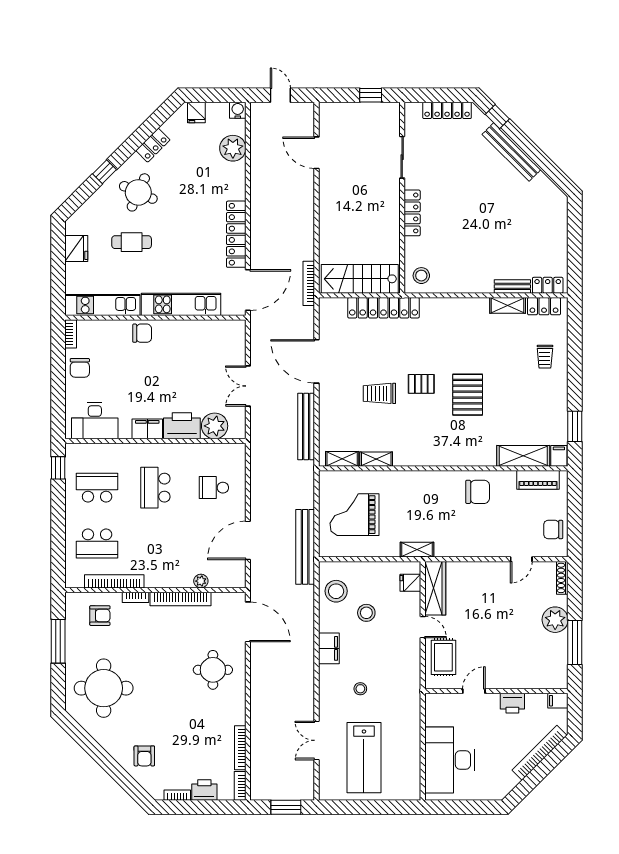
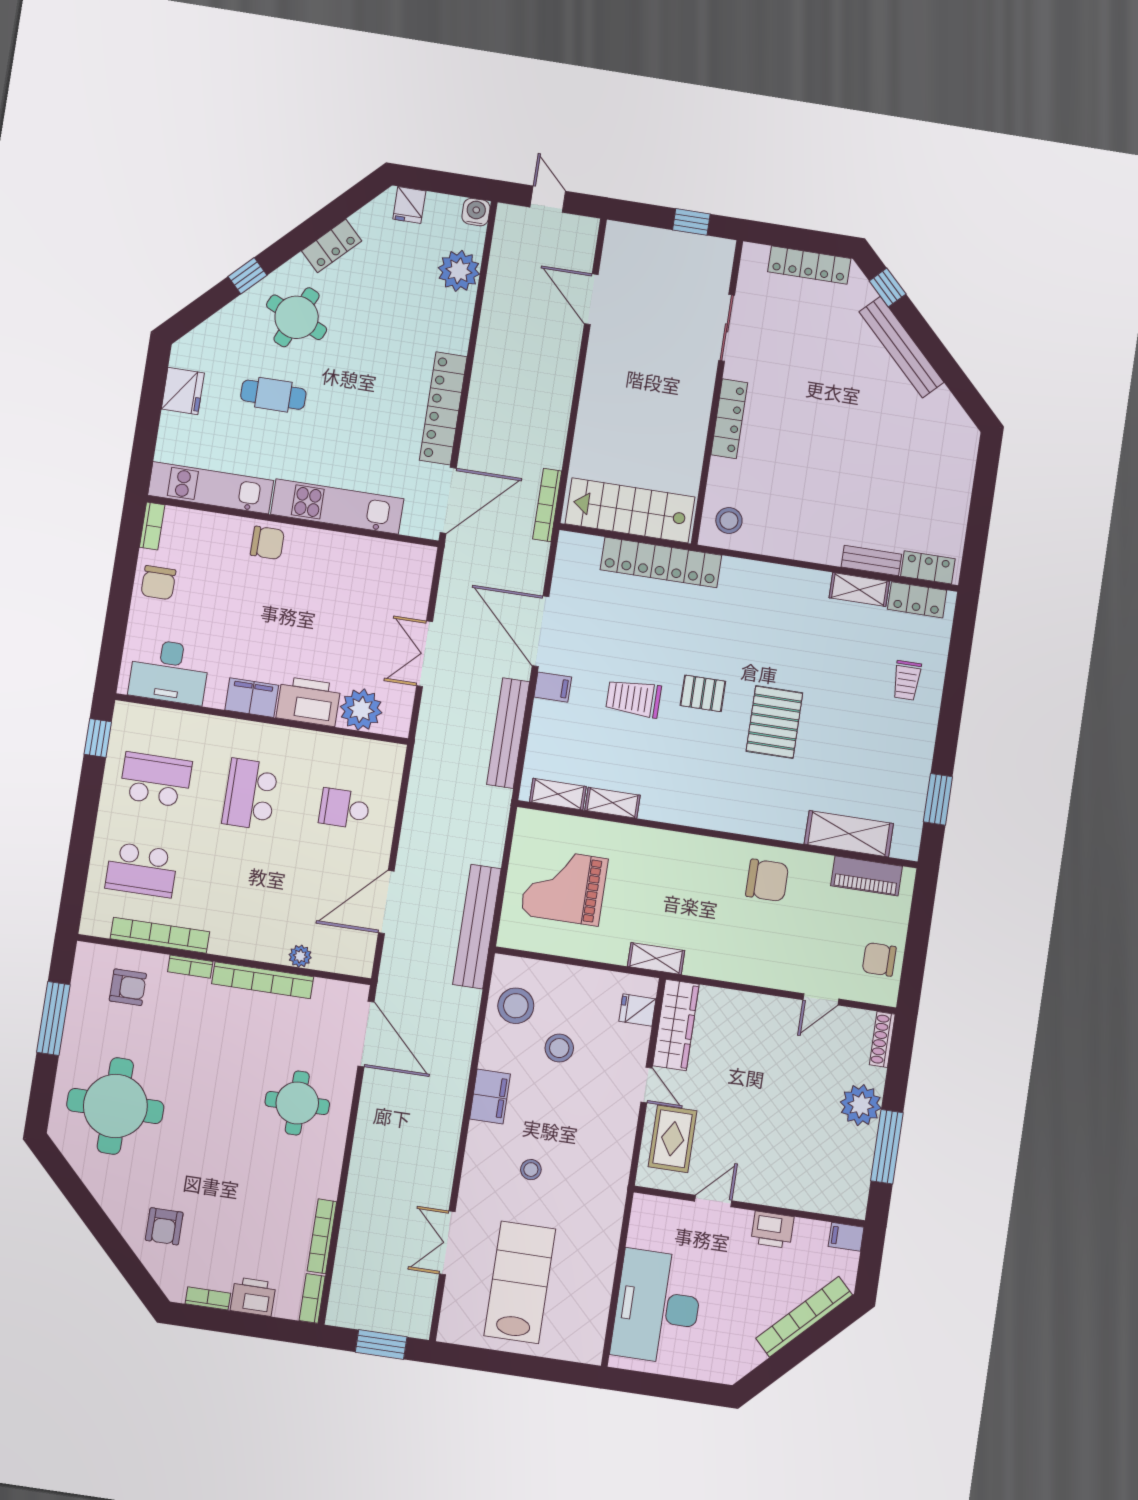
filing cabinet: (559, 456) -> (553, 687), moved, turned 90
lab bench: (364, 758) -> (520, 1282), turned 180

